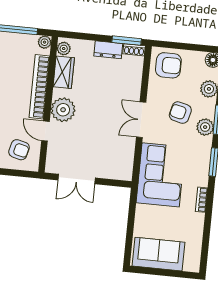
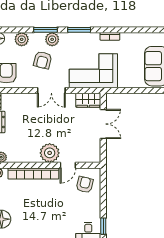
wardrobe: (64, 72) -> (88, 100), moved, turned 180
double door: (77, 179) -> (103, 124), moved

